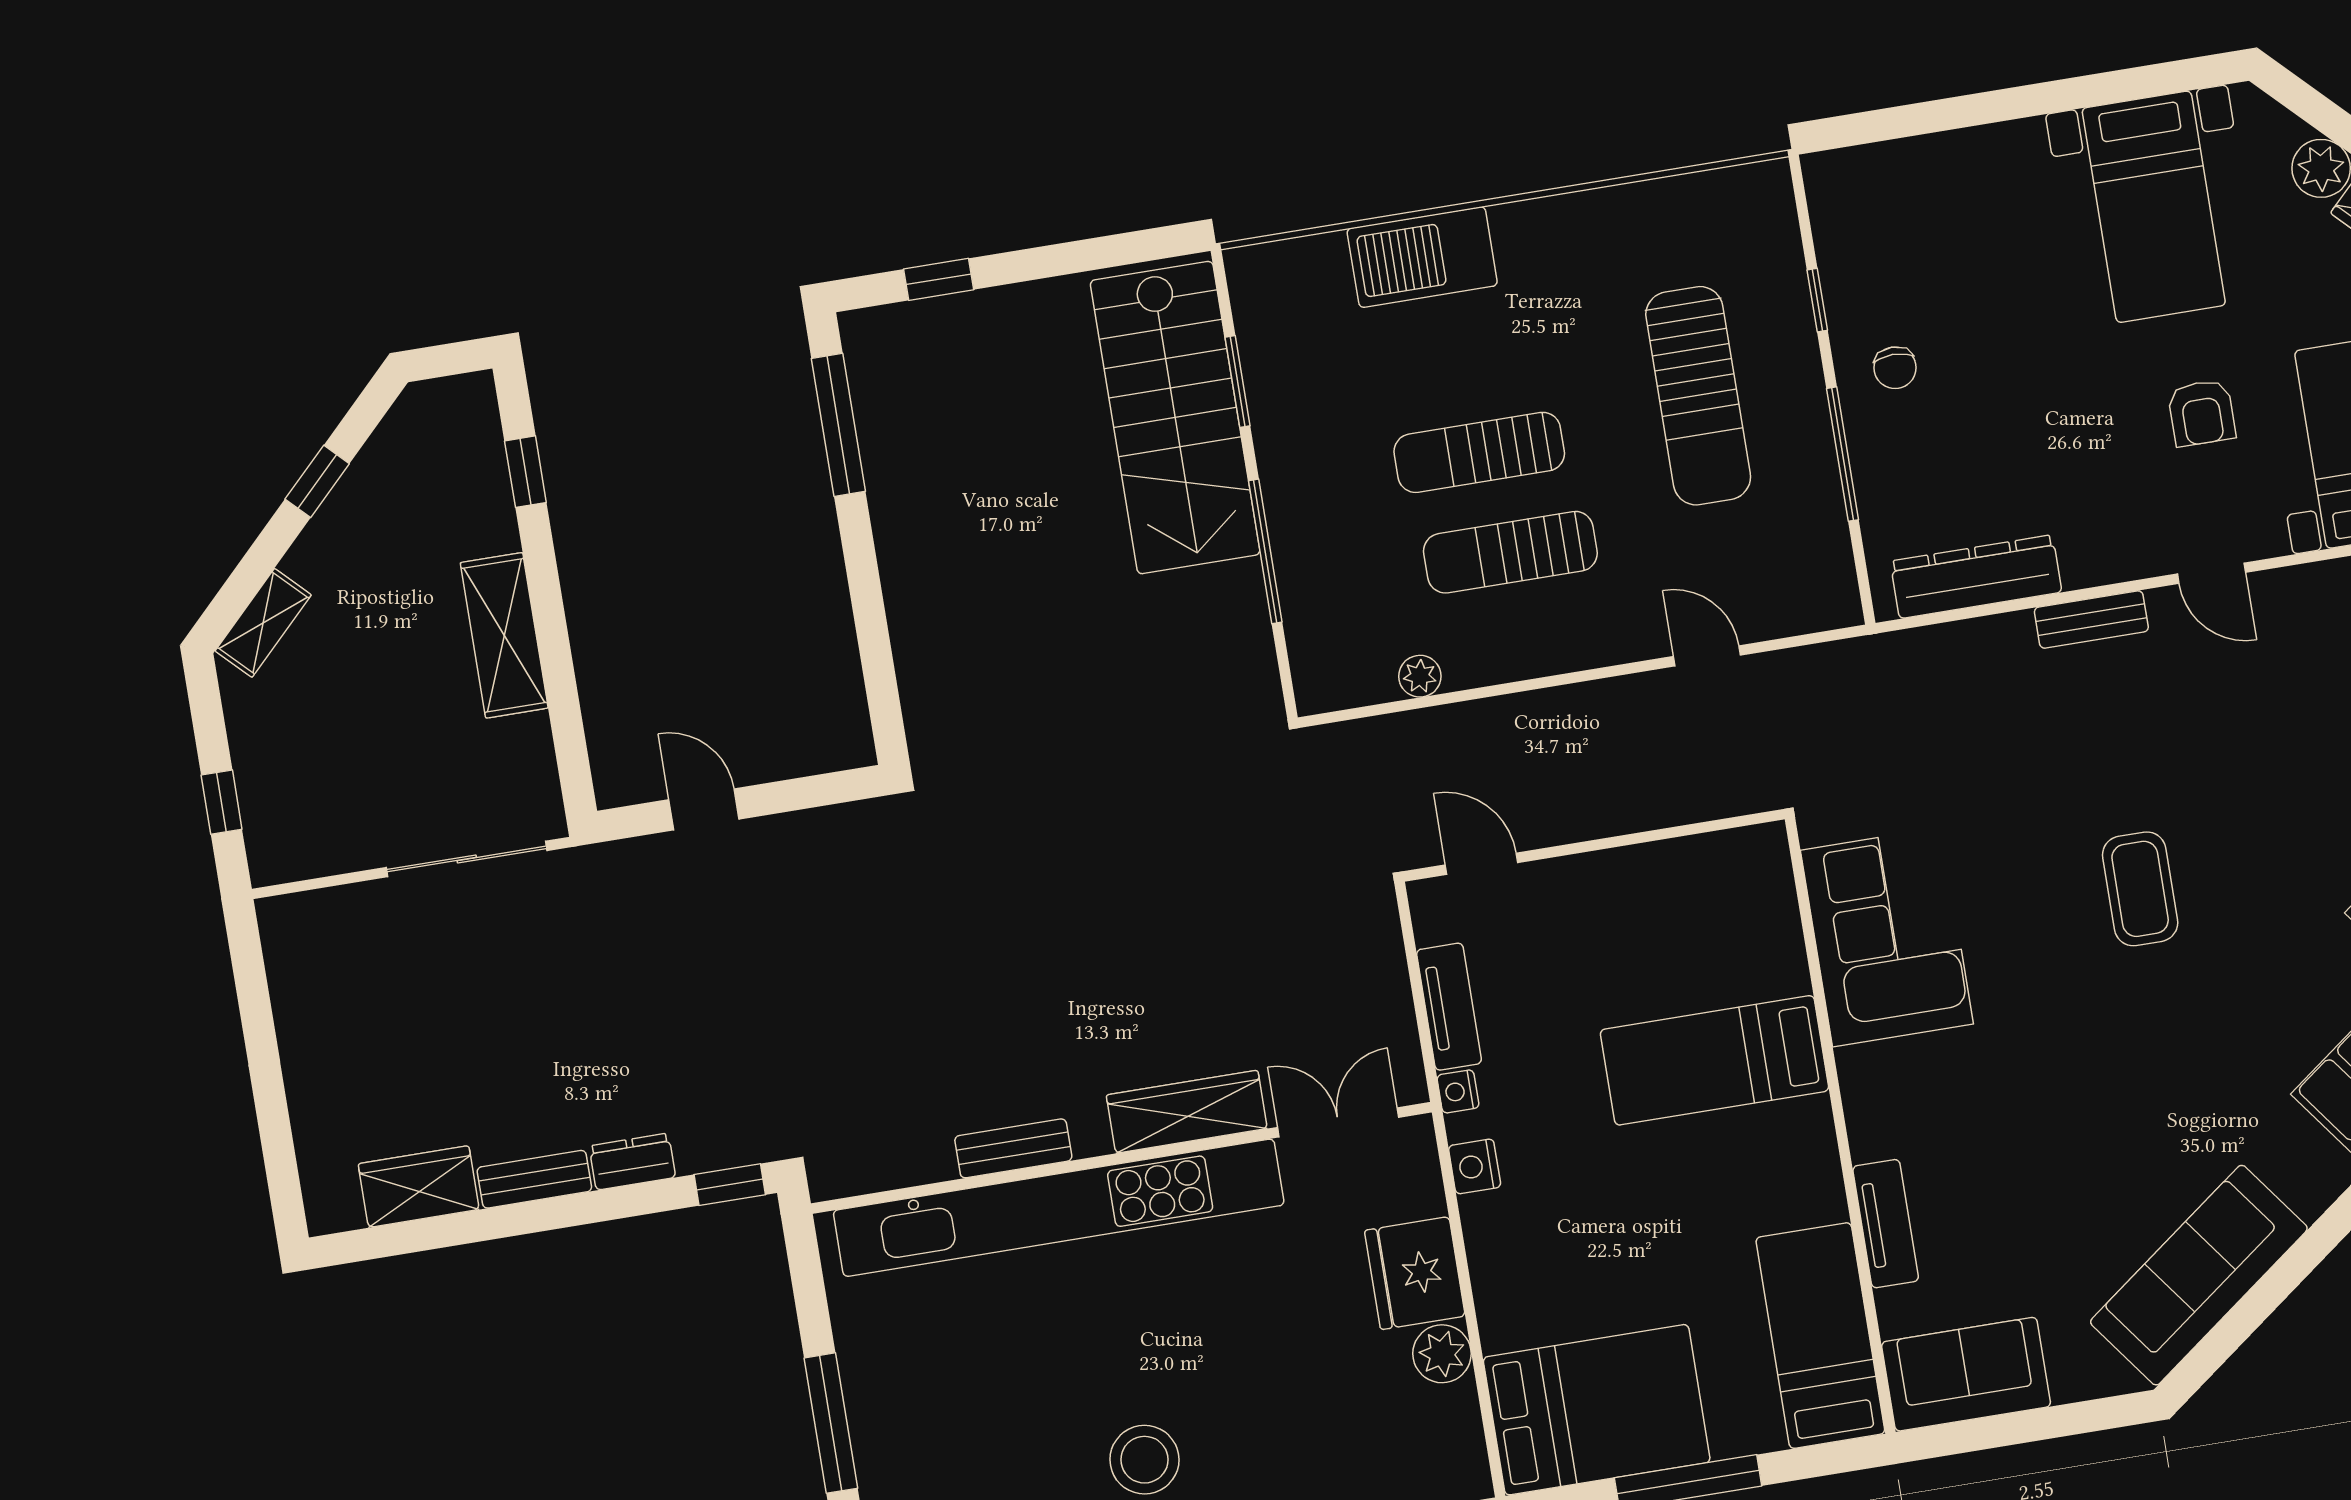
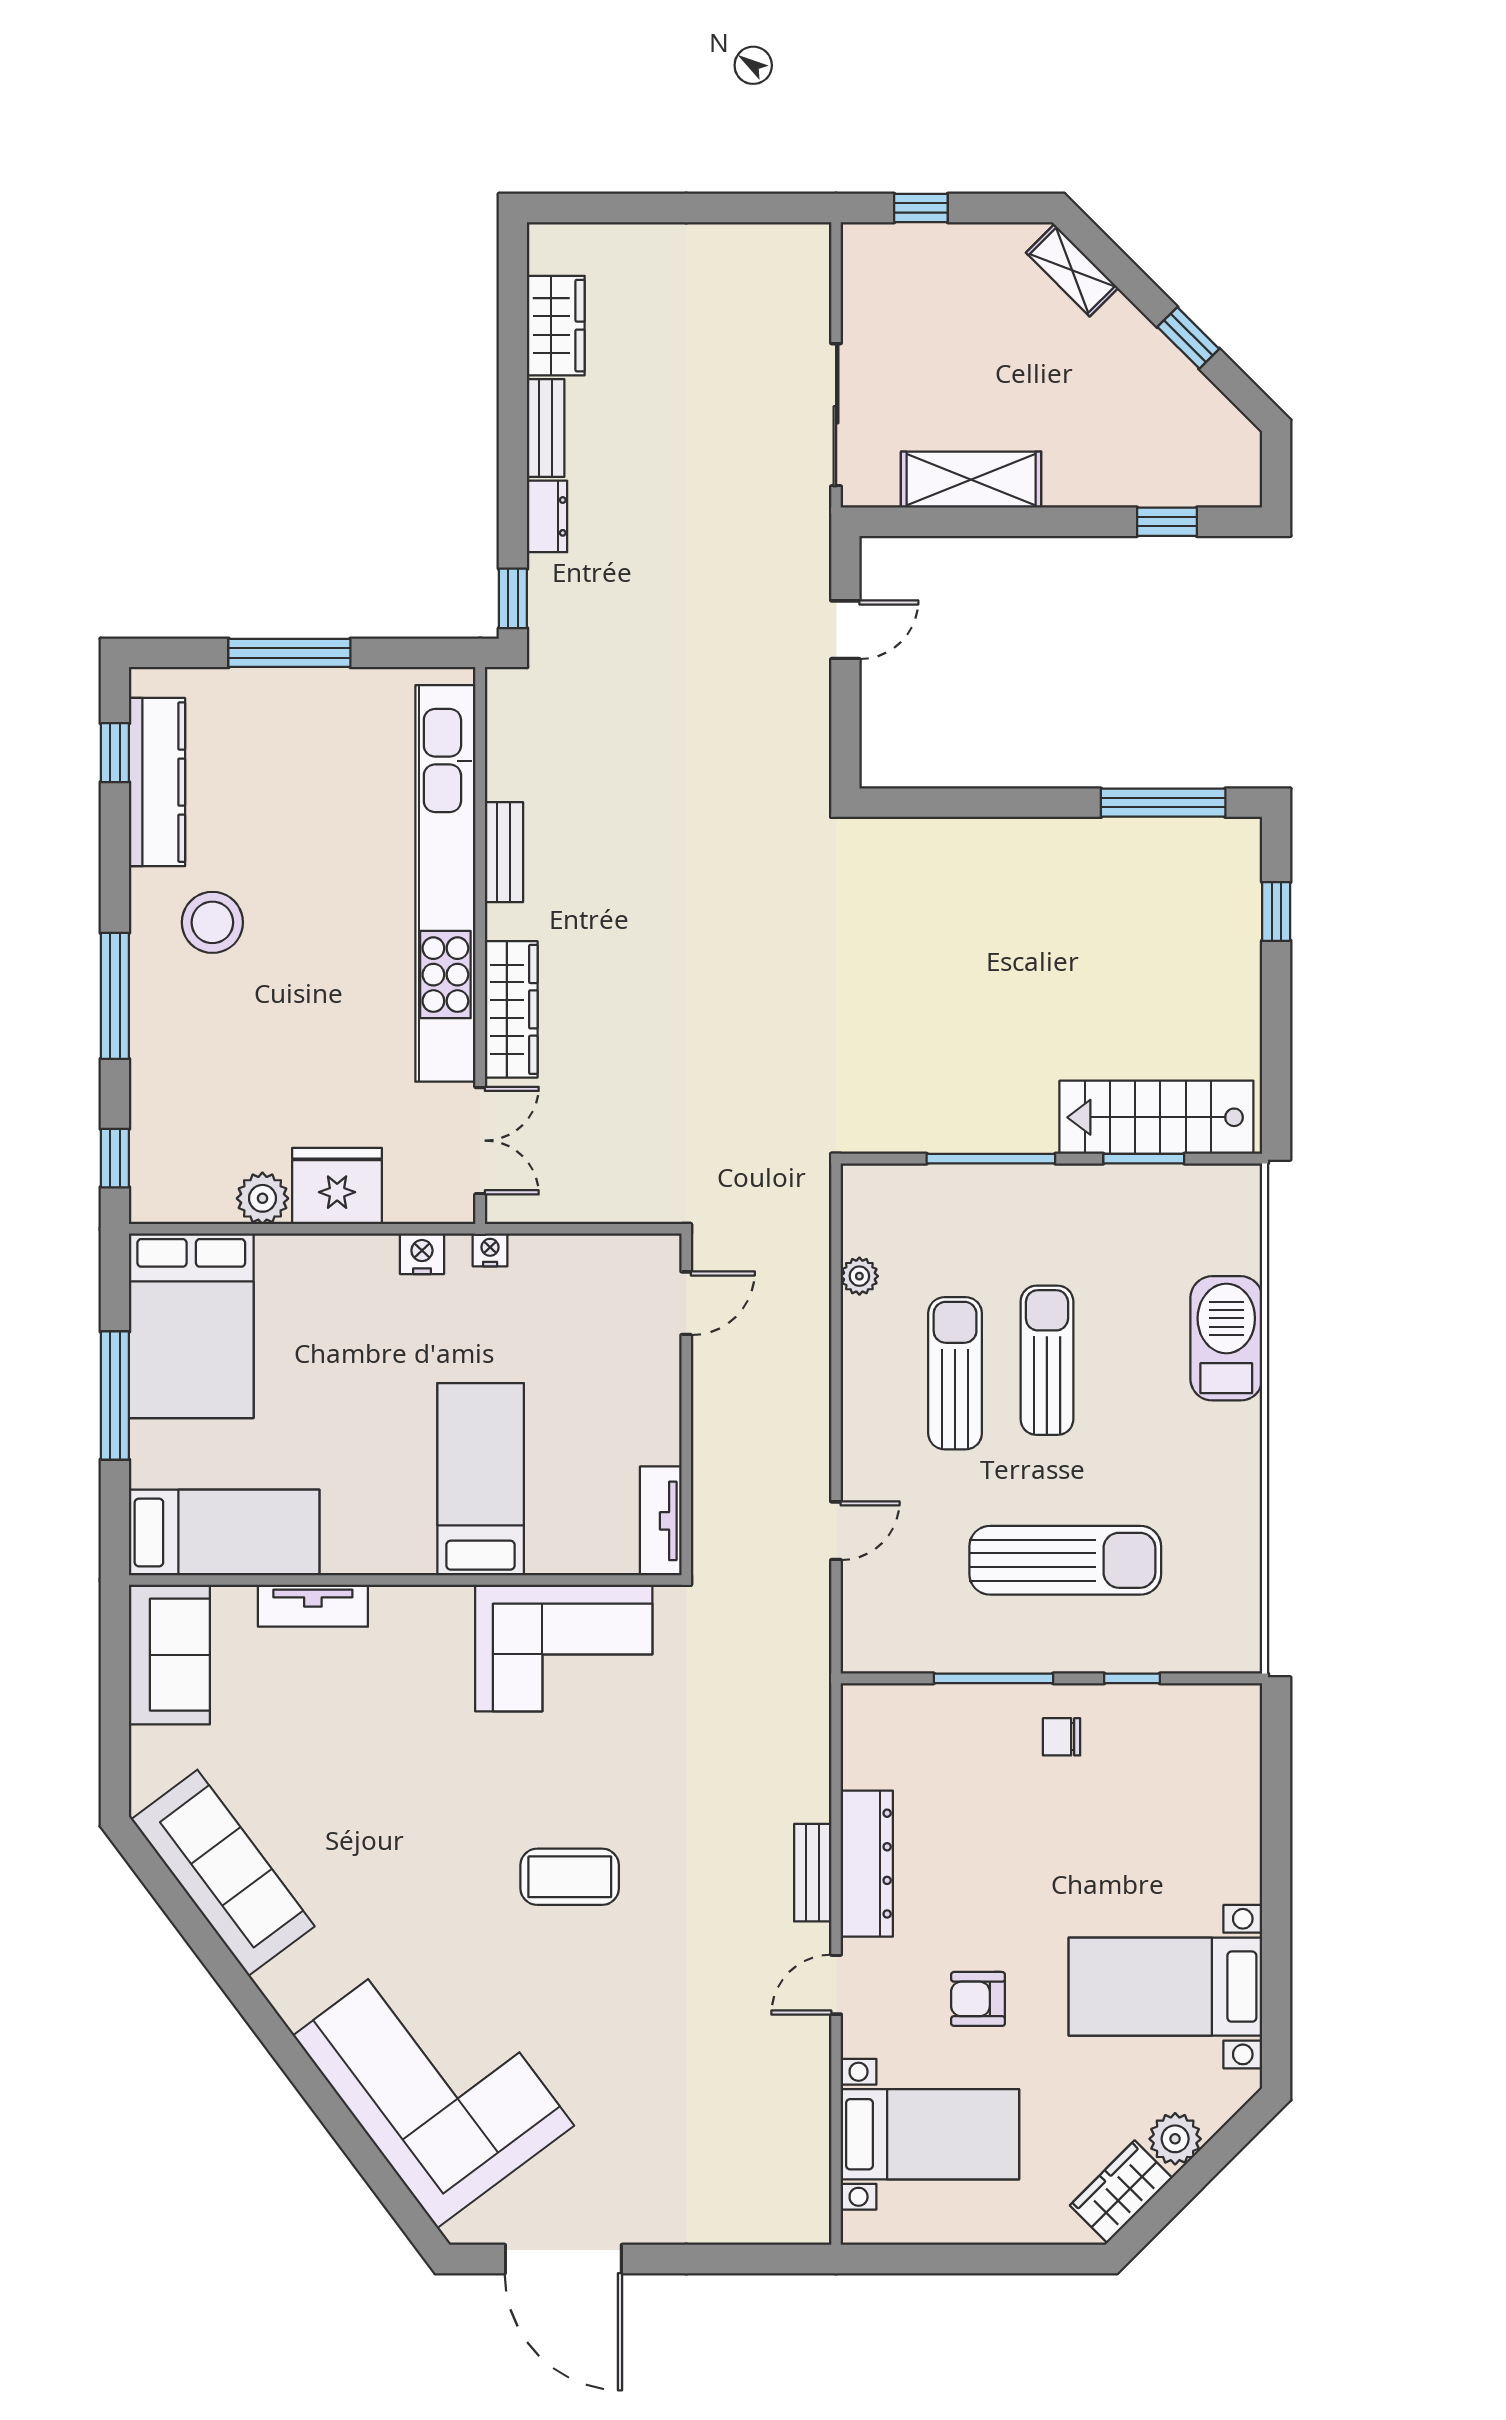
sun lounger: (1698, 396) -> (1065, 1560), turned 180
stairs: (1175, 418) -> (1156, 1117), width x0.73, depth x0.66
dresser: (1976, 577) -> (867, 1864), moved
shelving: (504, 635) -> (971, 480), moved
tv unit: (1449, 1007) -> (661, 1521), moved, turned 90

